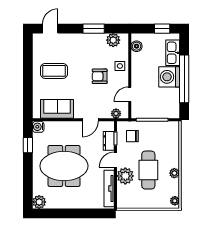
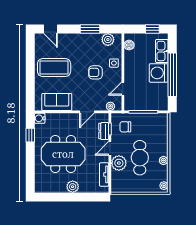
door: (50, 29) -> (51, 29), swing flipped
coffee table: (54, 71) -> (54, 68), width x1.36, depth x1.32
tv unit: (109, 189) -> (104, 174), width x0.71
plant: (39, 202) -> (73, 187), moved

